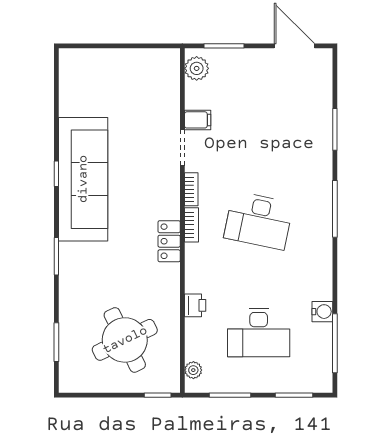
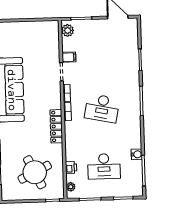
locker: (169, 241) -> (56, 126), width x1.53
printer: (195, 305) -> (71, 168), moved

